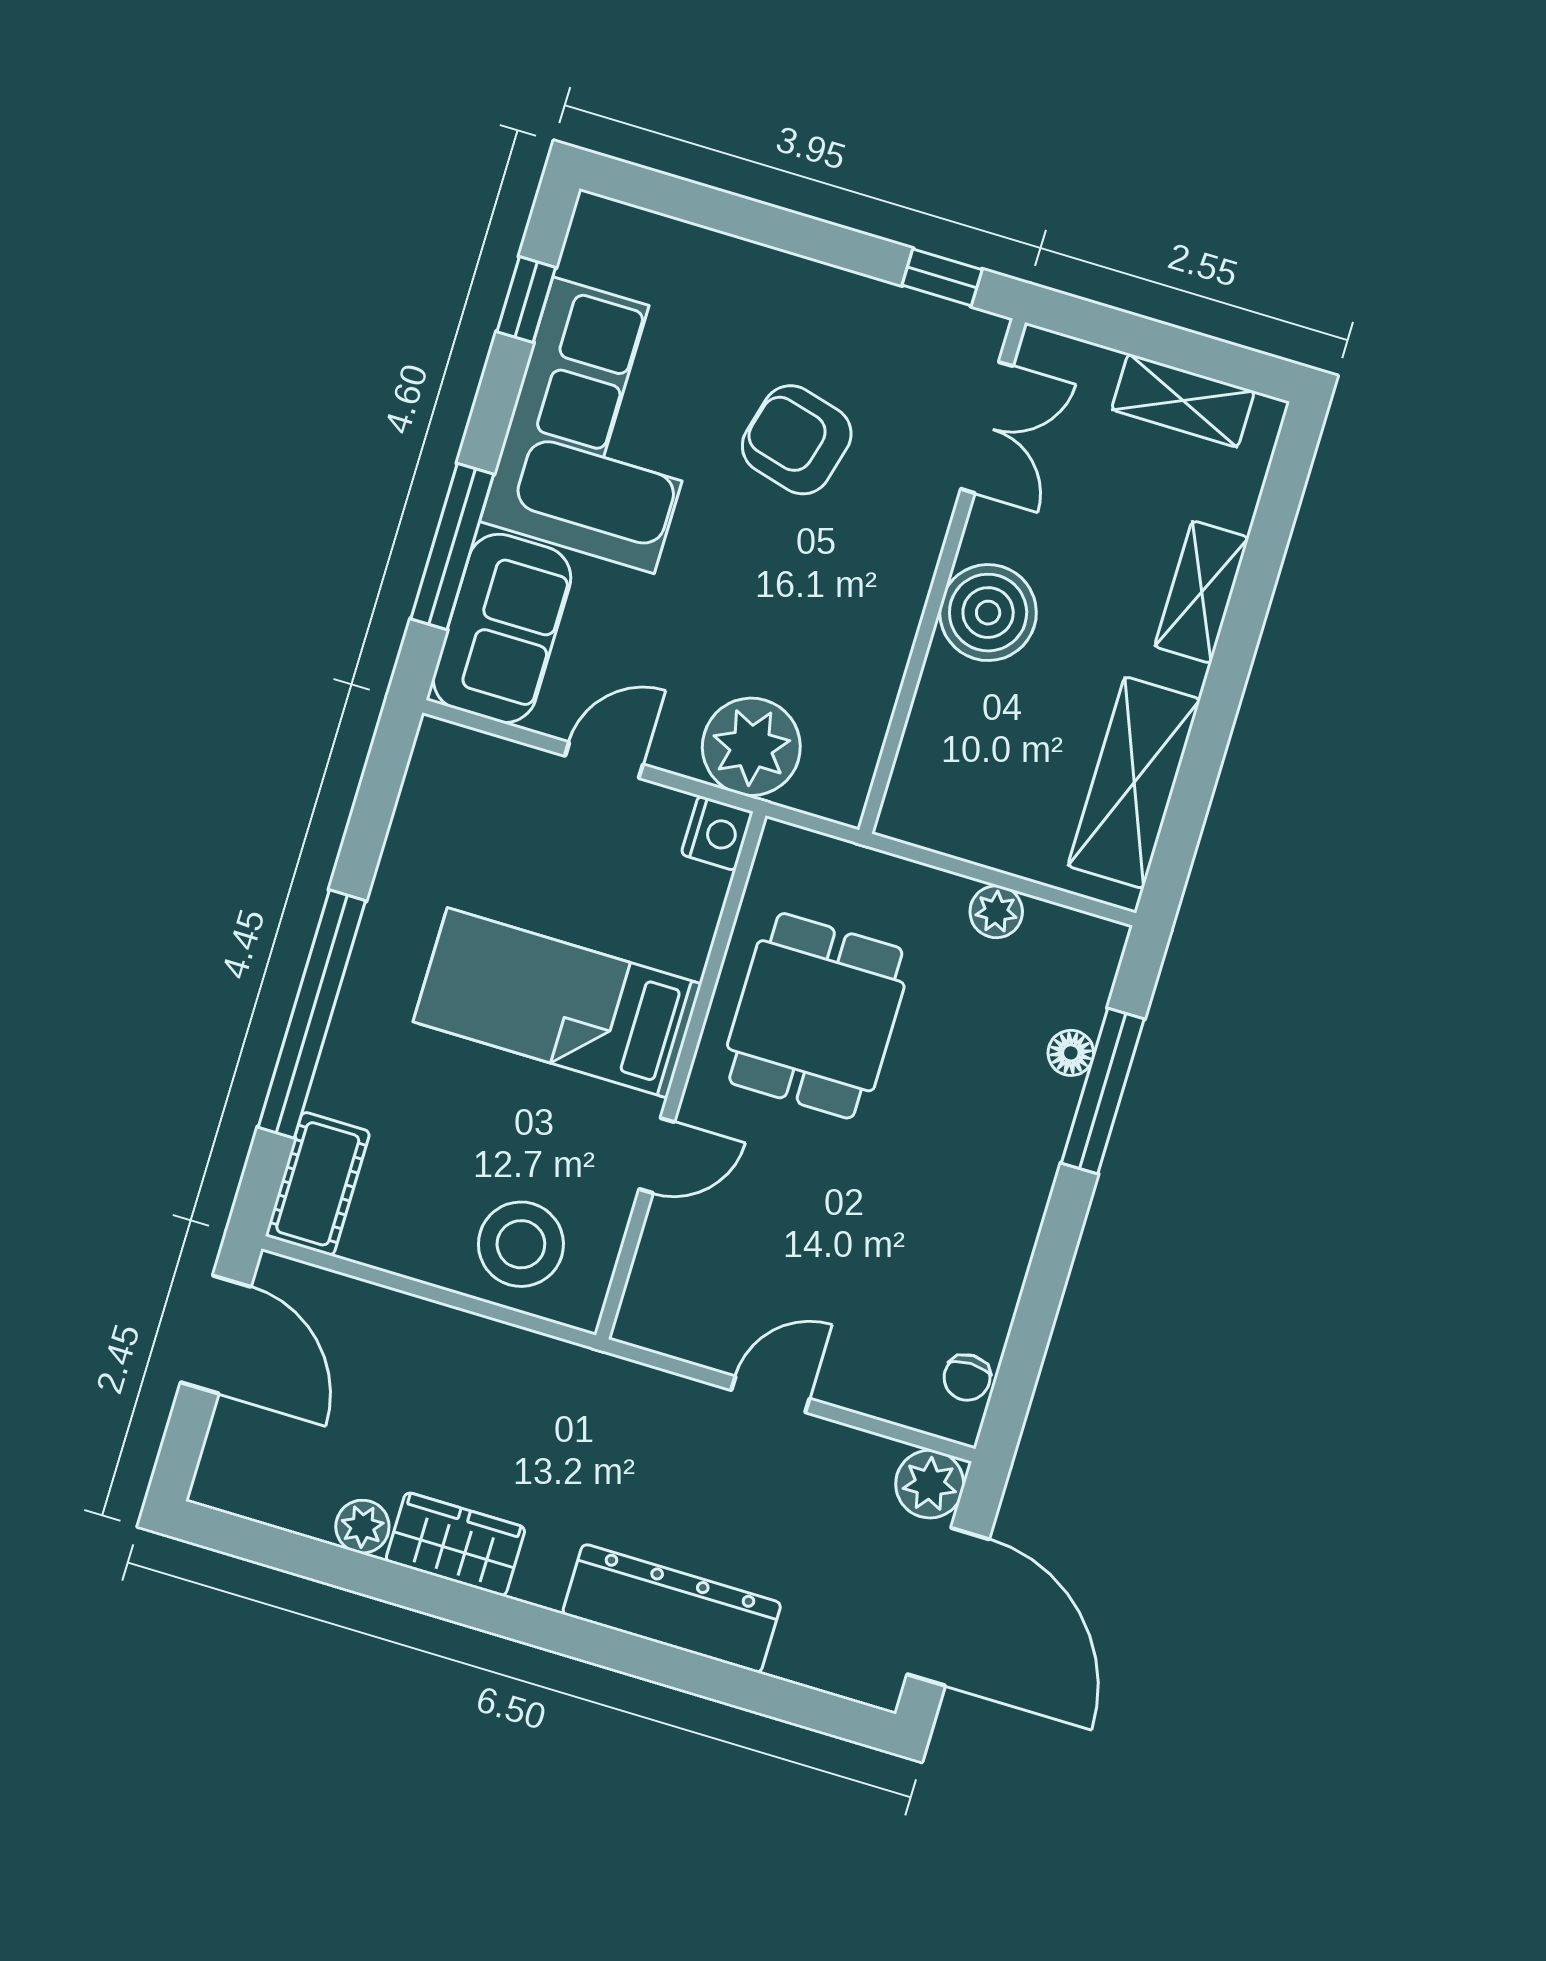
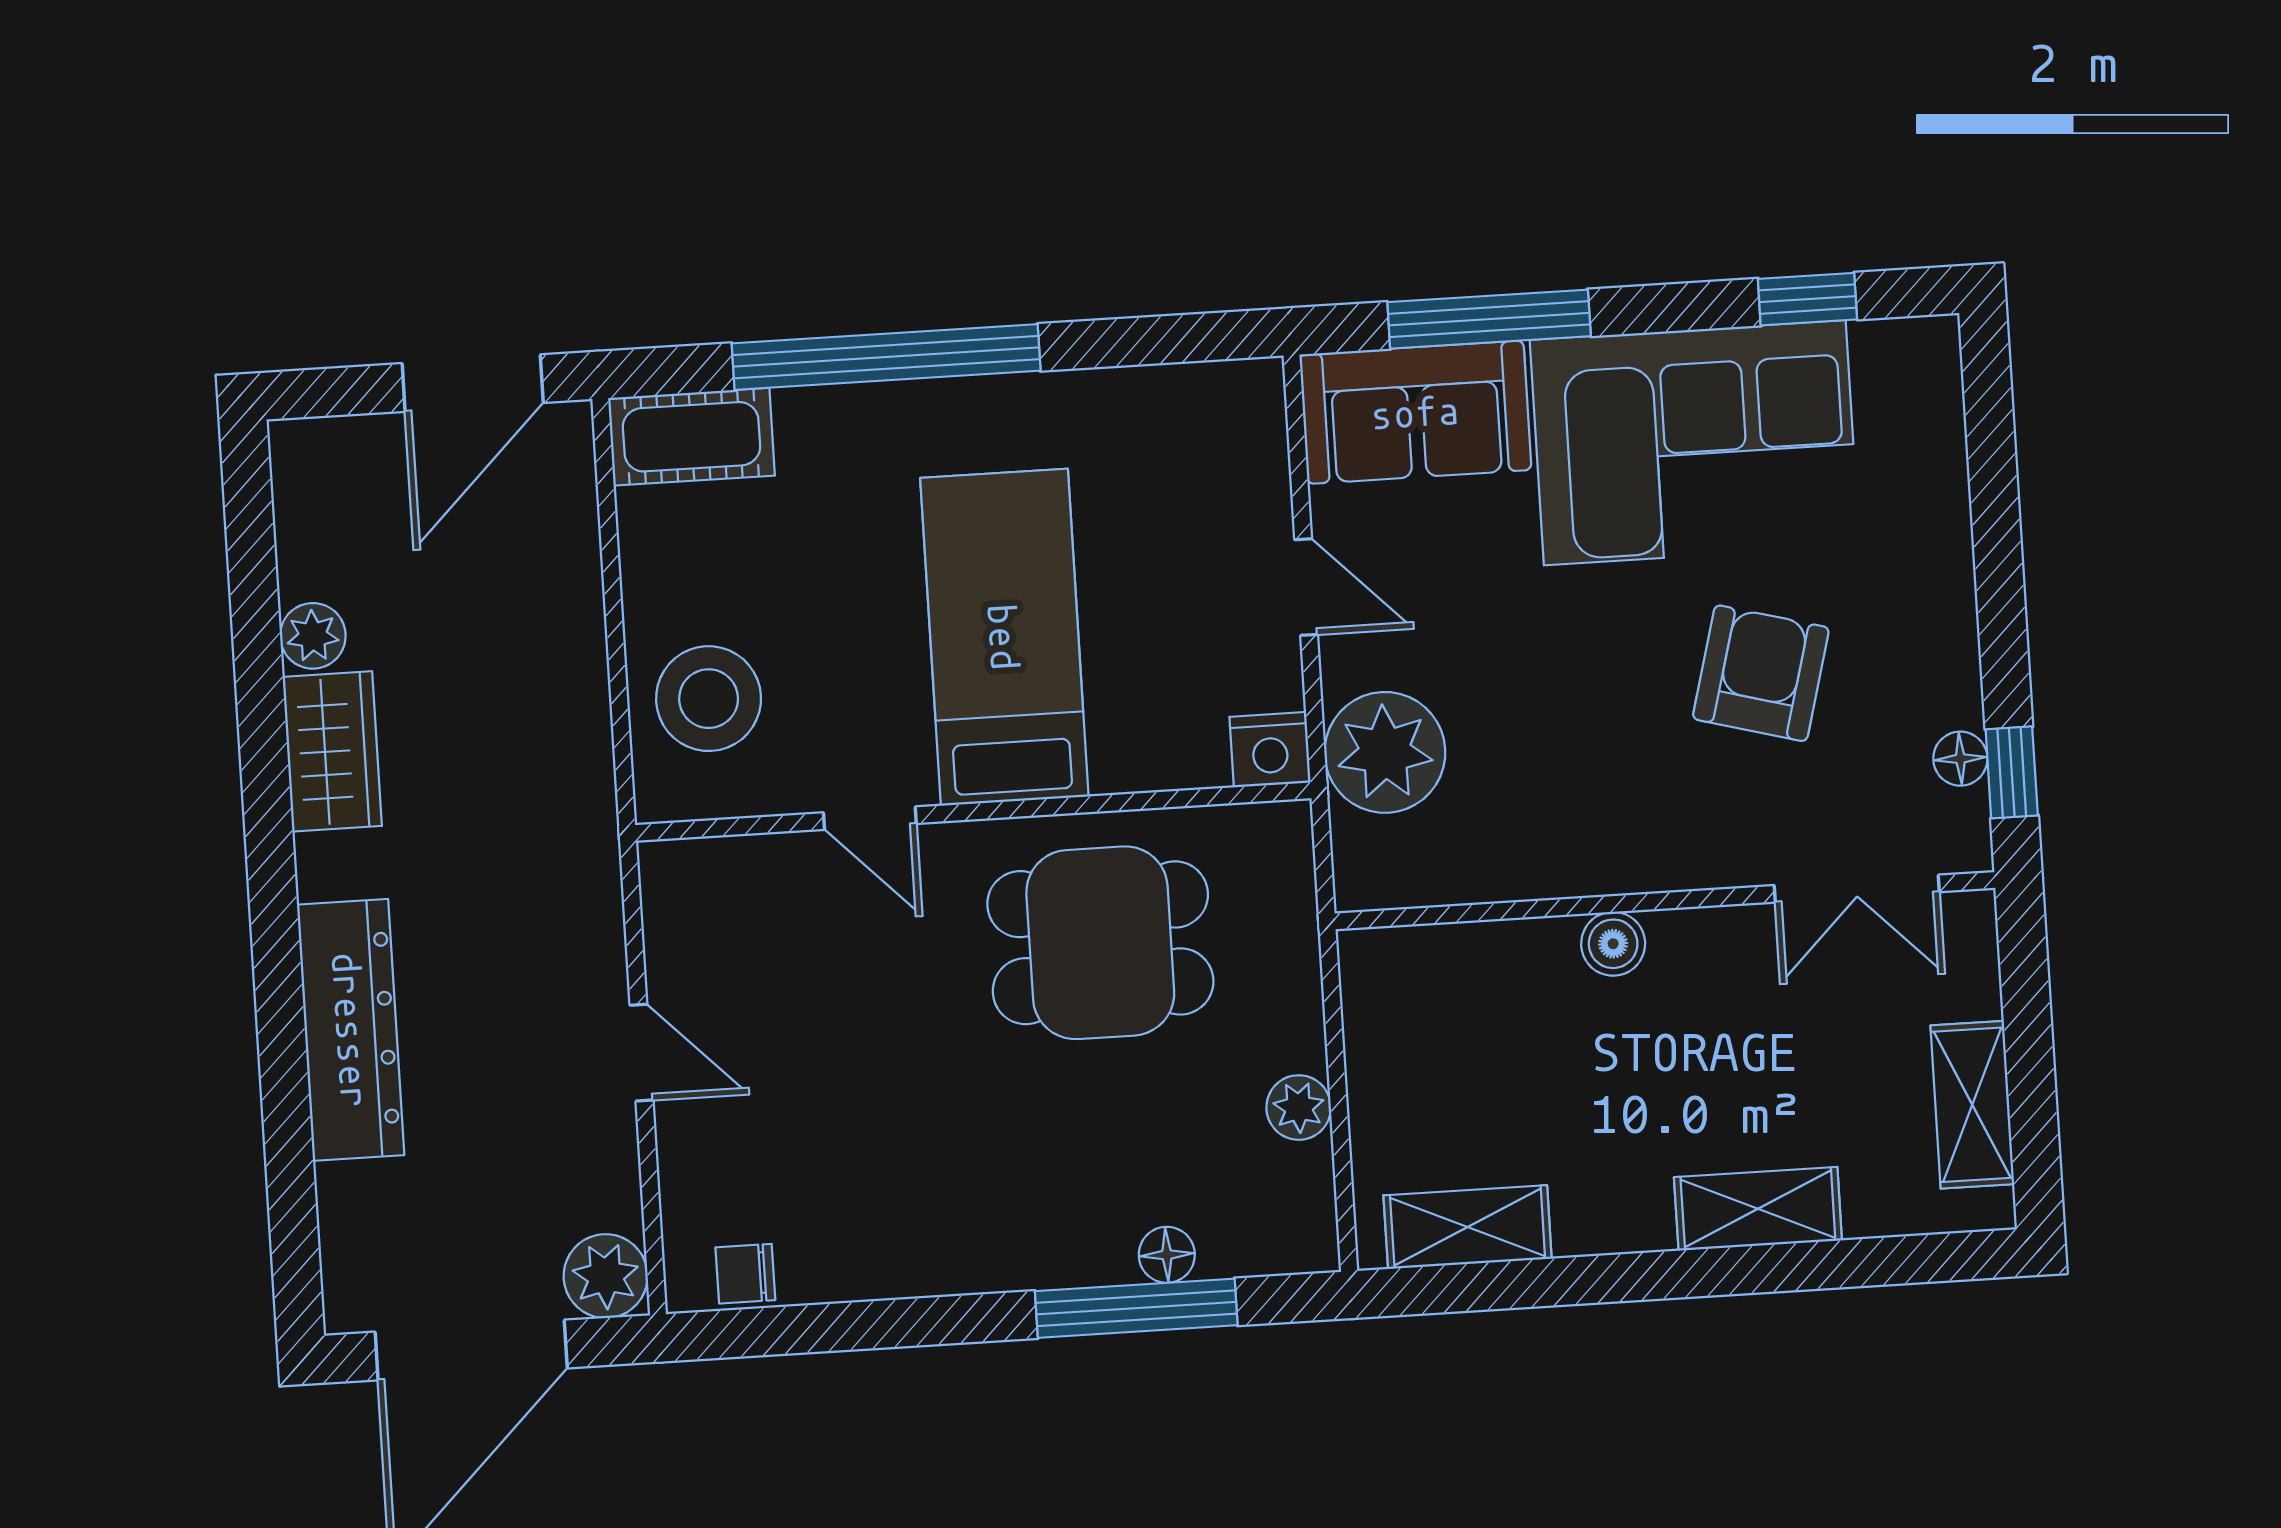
floor lamp: (917, 313) -> (1960, 759), added
boiler: (988, 613) -> (1613, 944), width x0.54, depth x0.54
shelving: (1134, 783) -> (1468, 1227), width x0.67, depth x0.75

